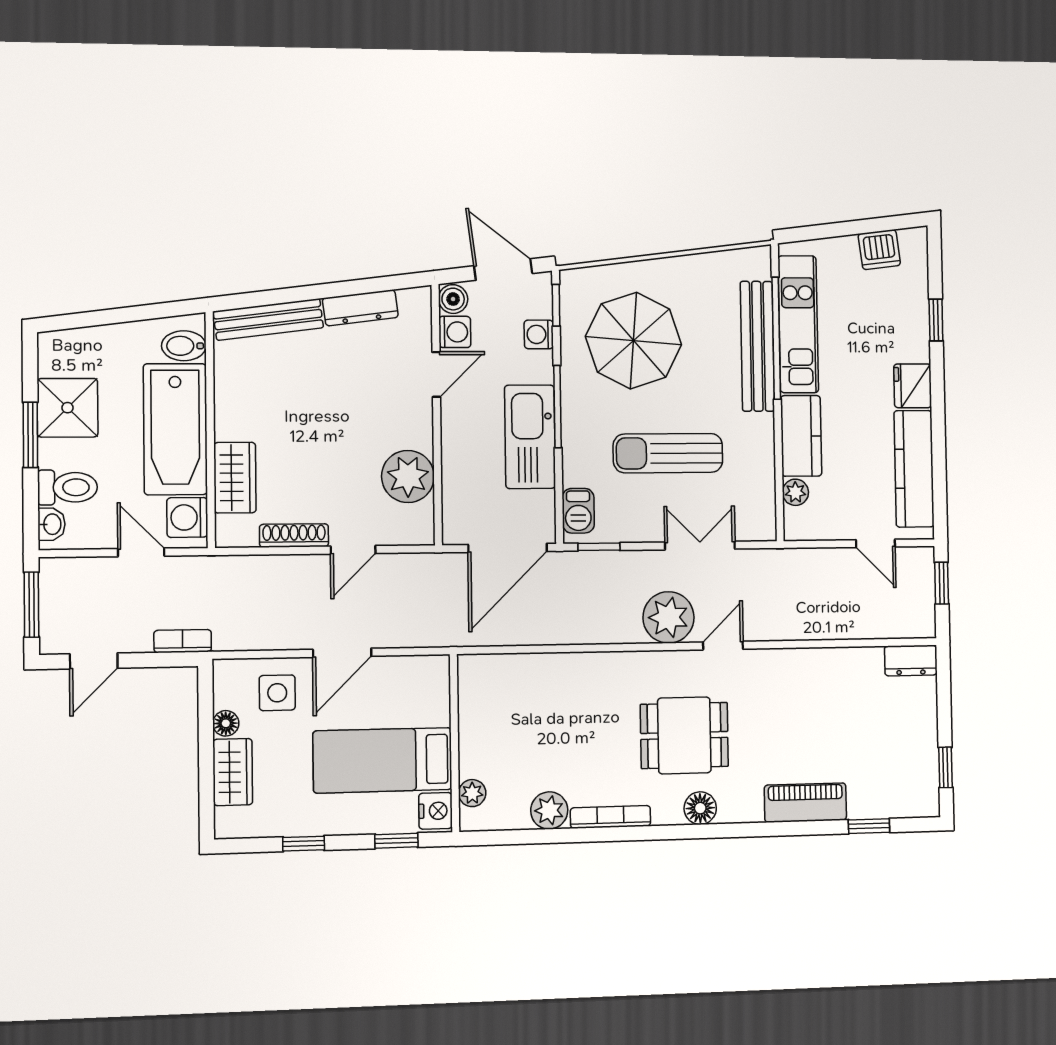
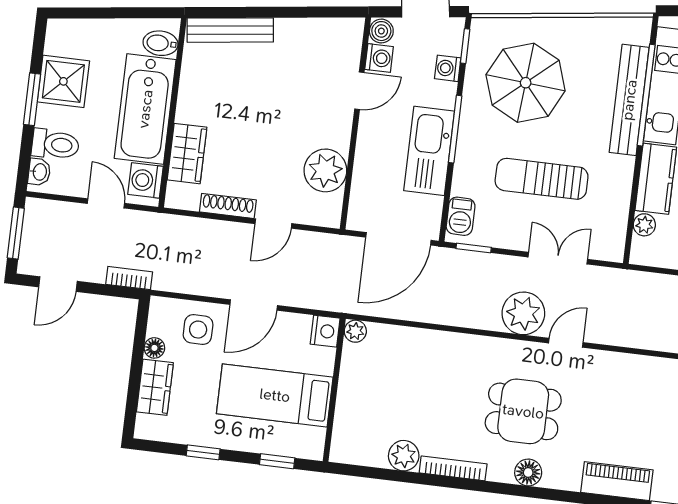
dresser: (360, 308) -> (305, 29), removed
plant: (472, 793) -> (355, 331), moved
nightstand: (436, 811) -> (325, 331), moved

